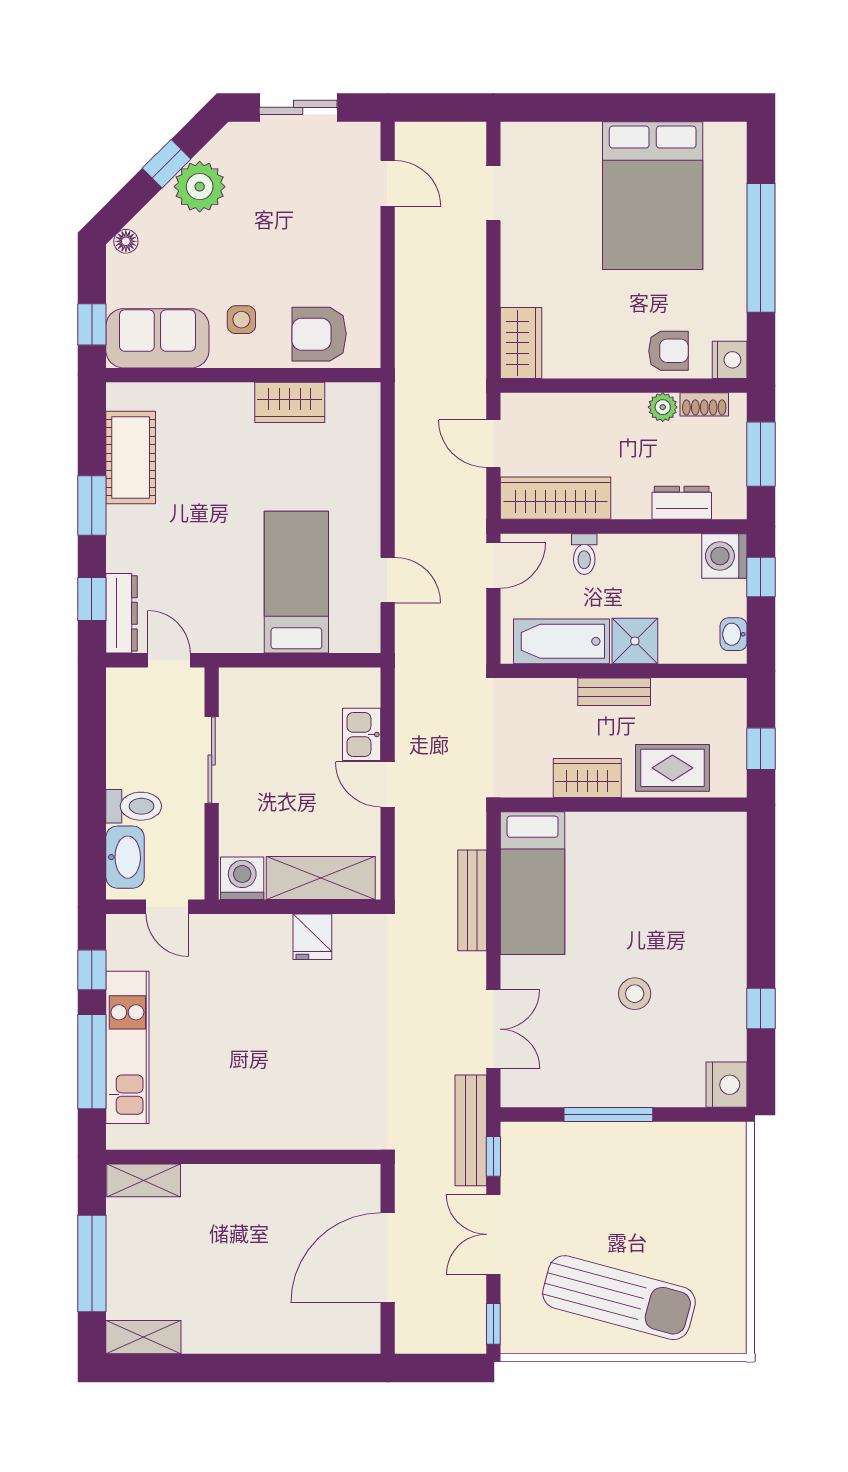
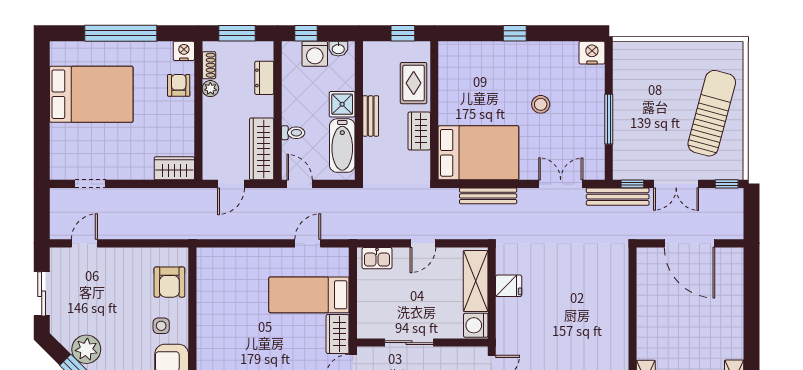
wardrobe: (290, 402) -> (338, 334), moved, turned 180
washing machine: (724, 556) -> (315, 54), moved
kitchen sink: (362, 734) -> (377, 258), moved
bed: (533, 883) -> (478, 153), width x1.50
window: (761, 1009) -> (515, 33), moved

